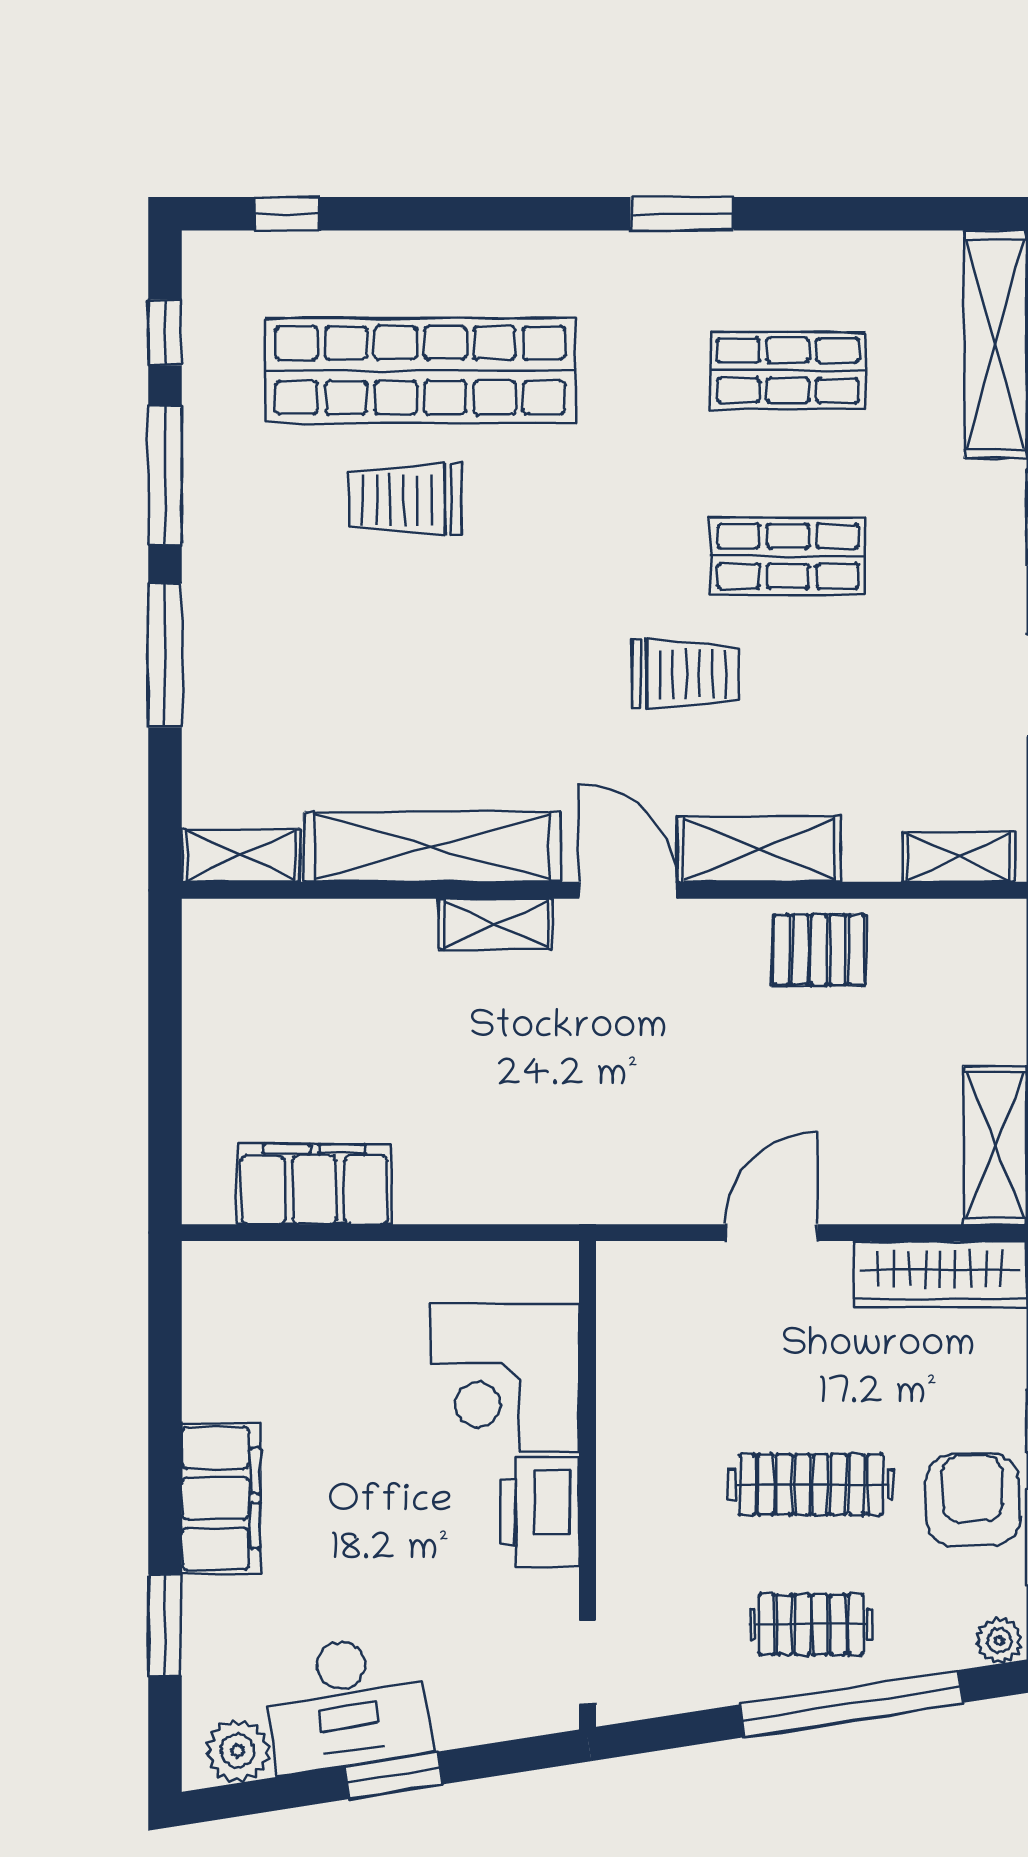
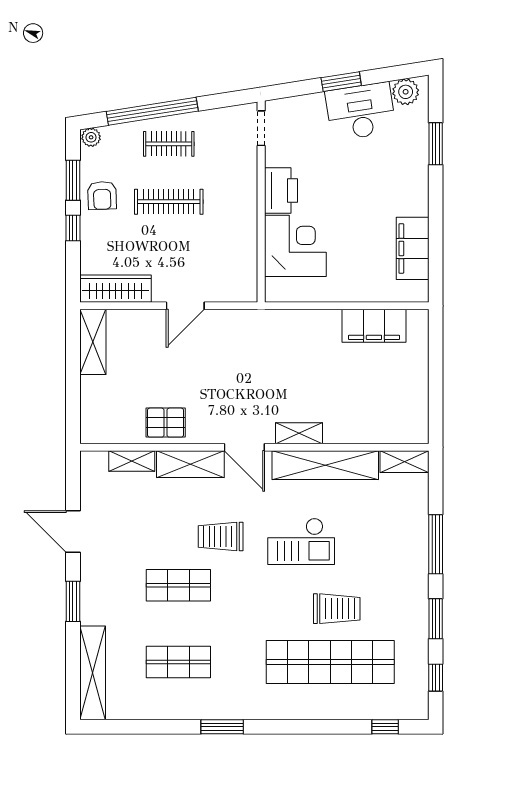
window: (165, 475) -> (436, 619), width x0.69
checkout: (491, 662) -> (301, 541), added
shelving: (959, 857) -> (132, 461), moved
filing cabinet: (221, 1498) -> (413, 248), moved
armchair: (973, 1500) -> (102, 195), width x0.72, depth x0.72

